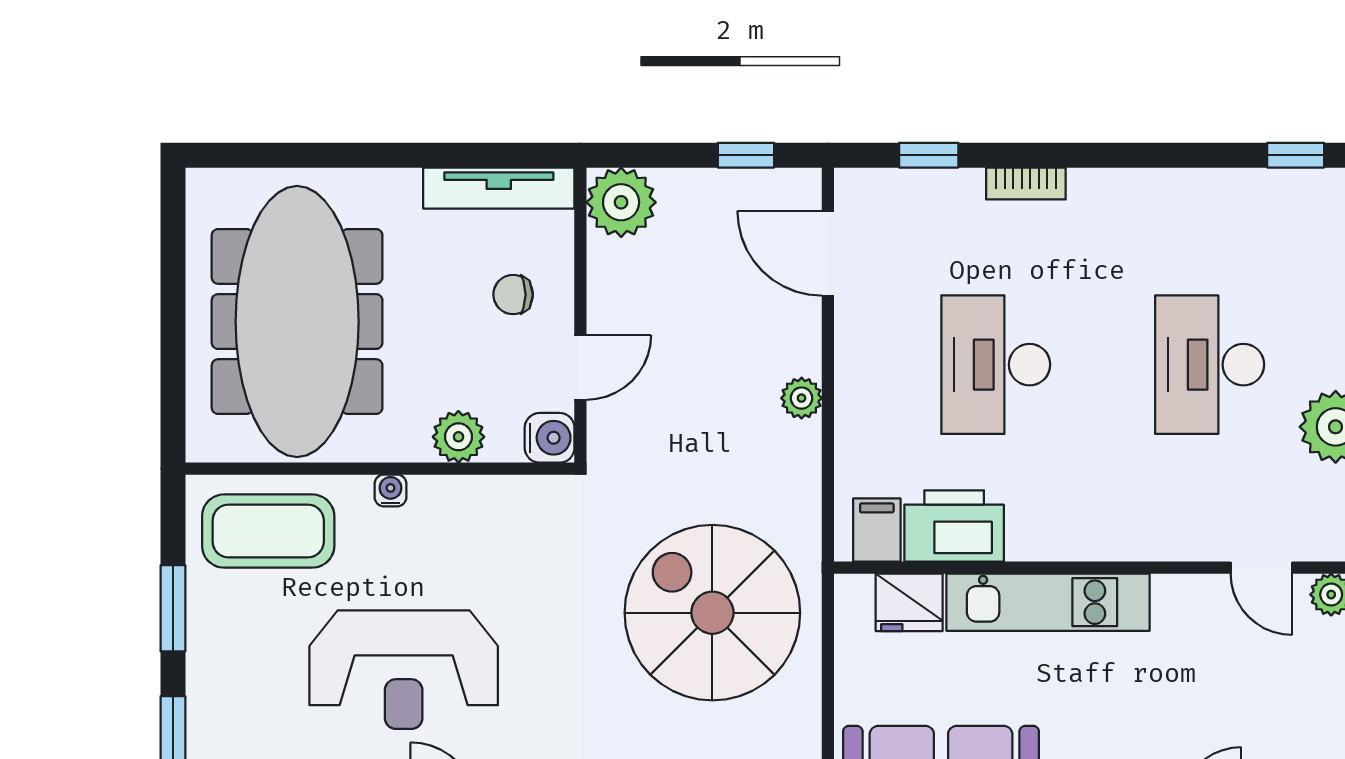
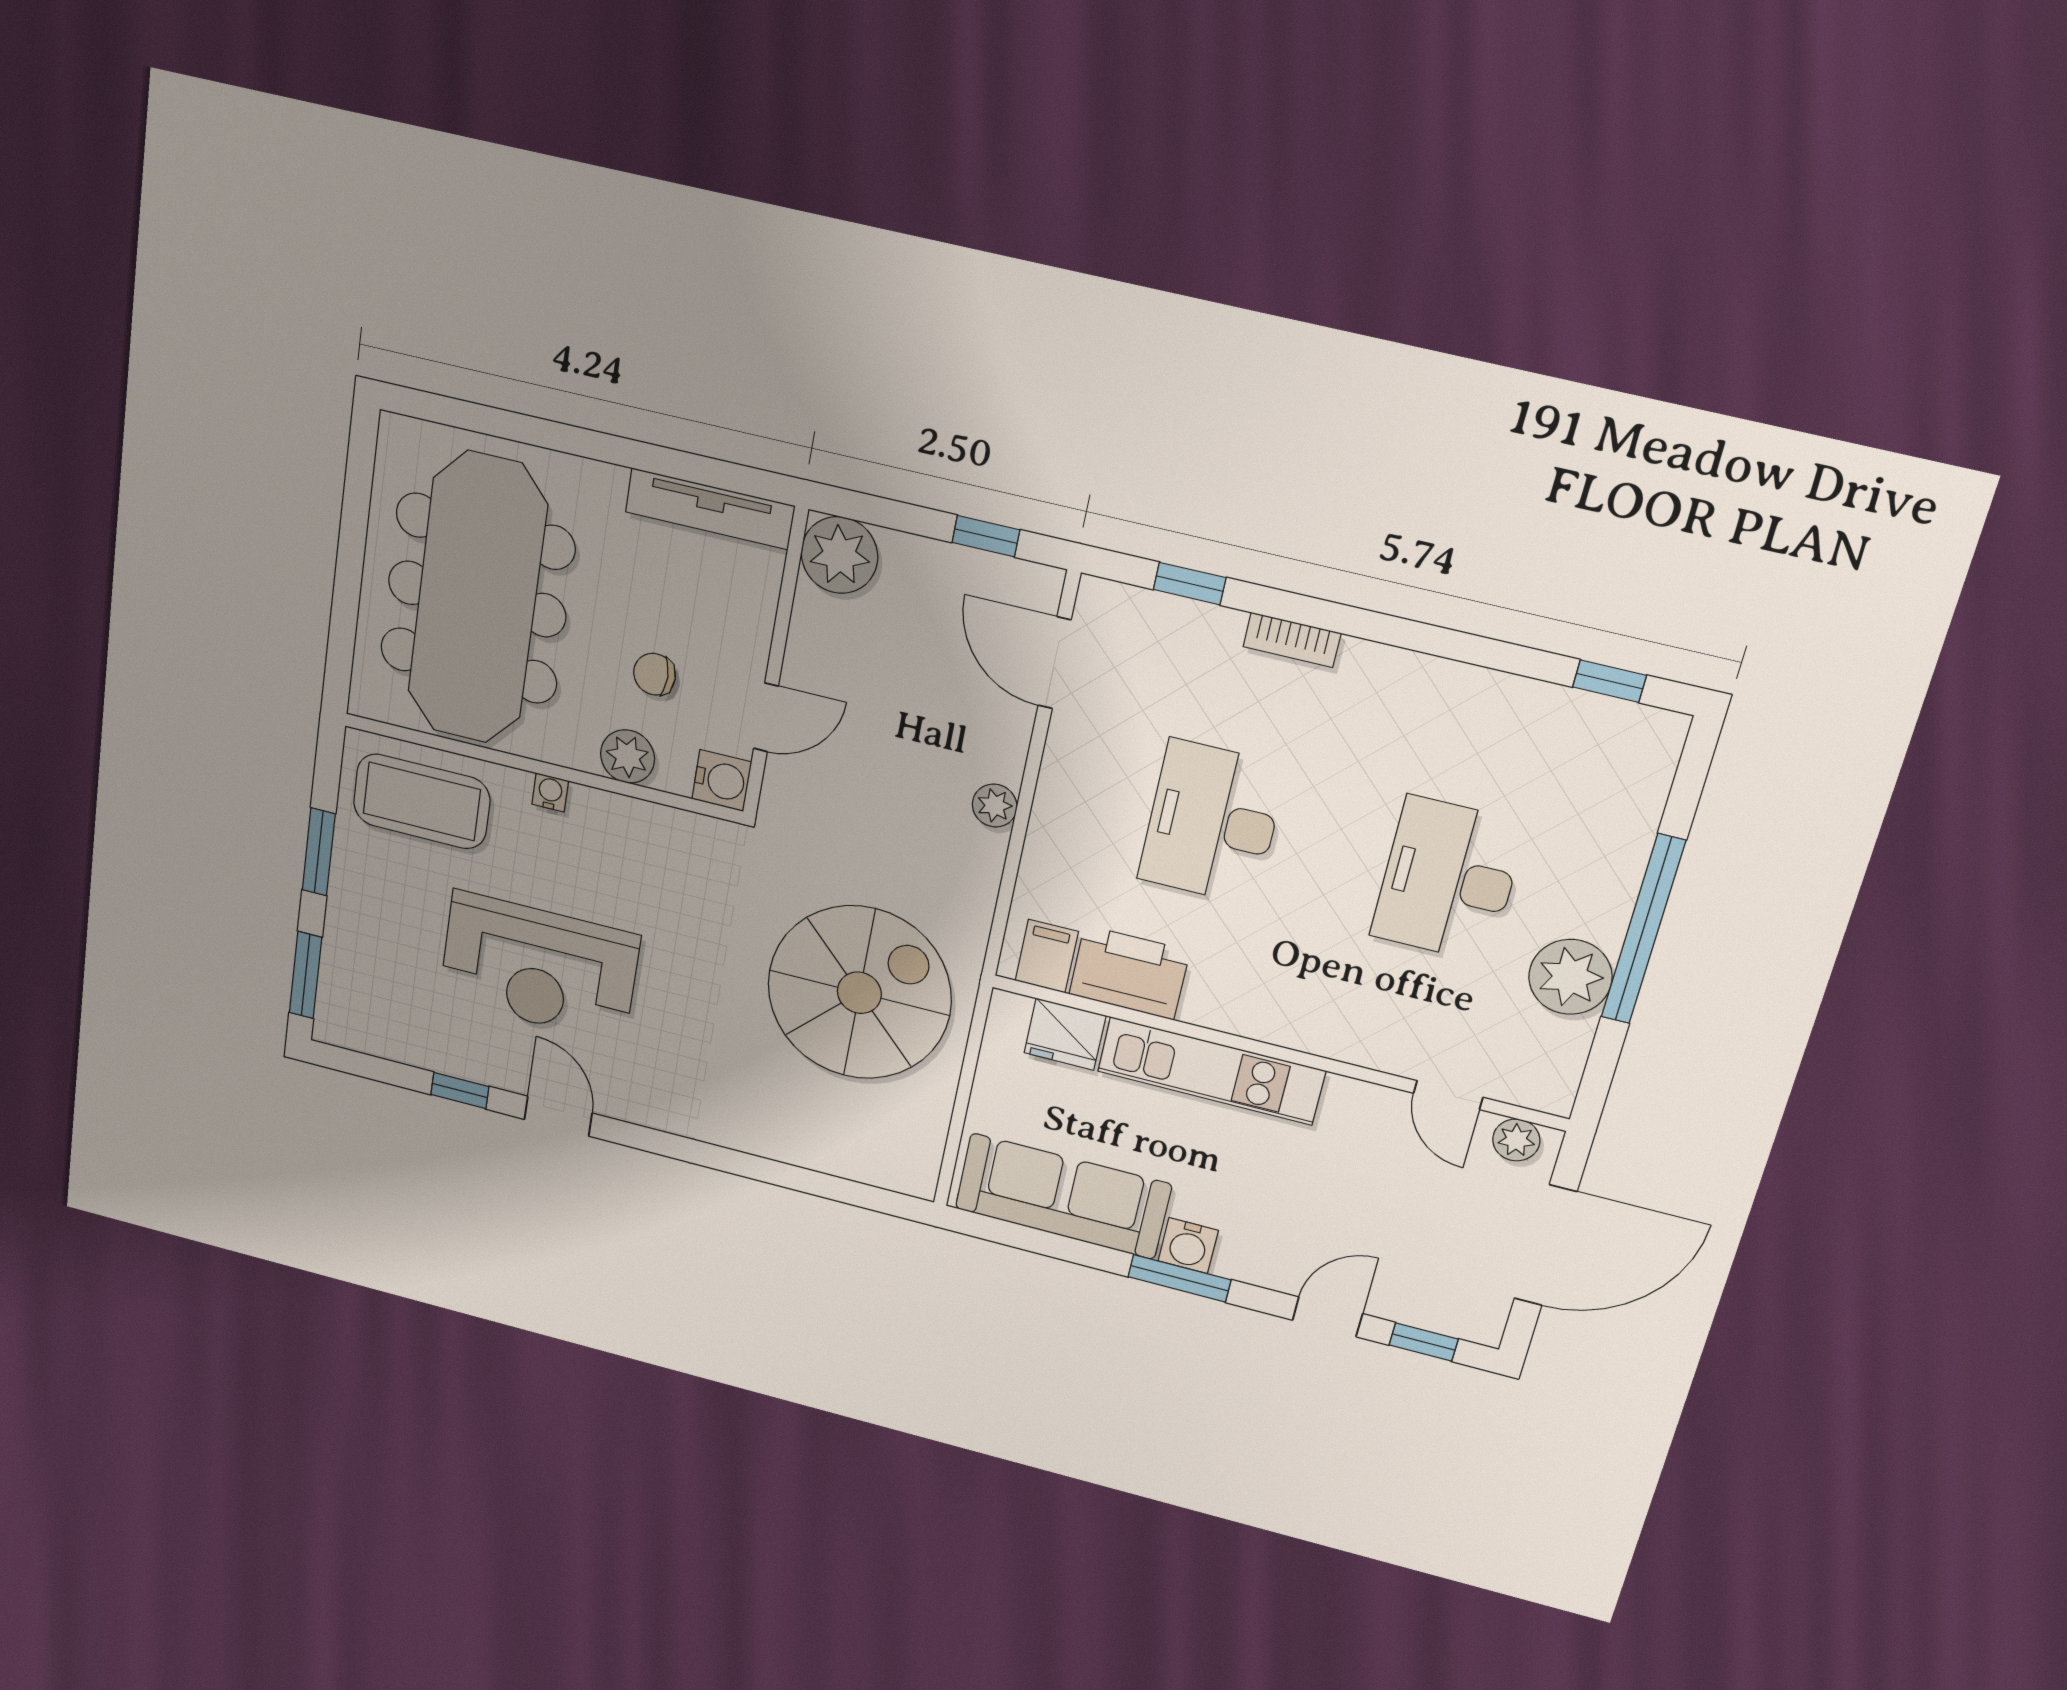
chair: (513, 295) -> (655, 674), moved
spiral stairs: (712, 613) -> (859, 993), turned 90

